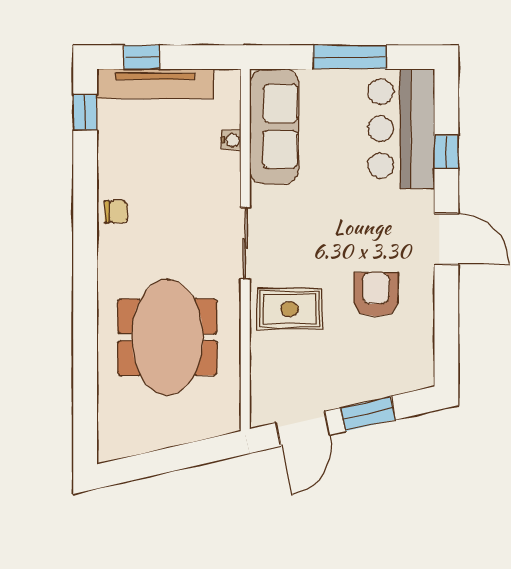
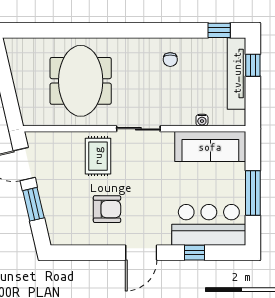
chair: (116, 212) -> (170, 60), moved
meeting table: (167, 337) -> (81, 81), turned 90

